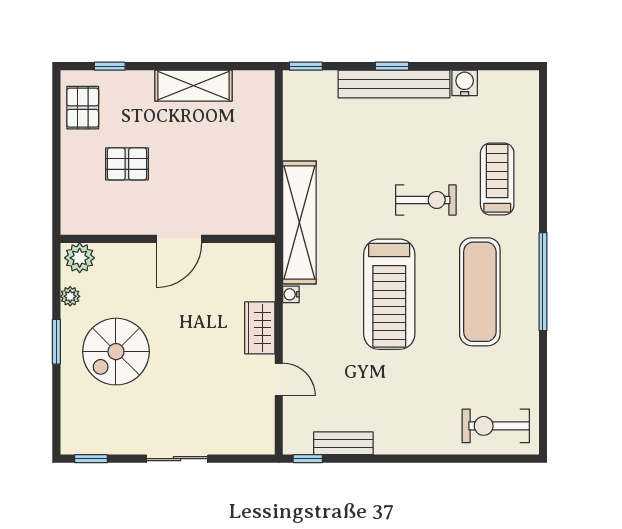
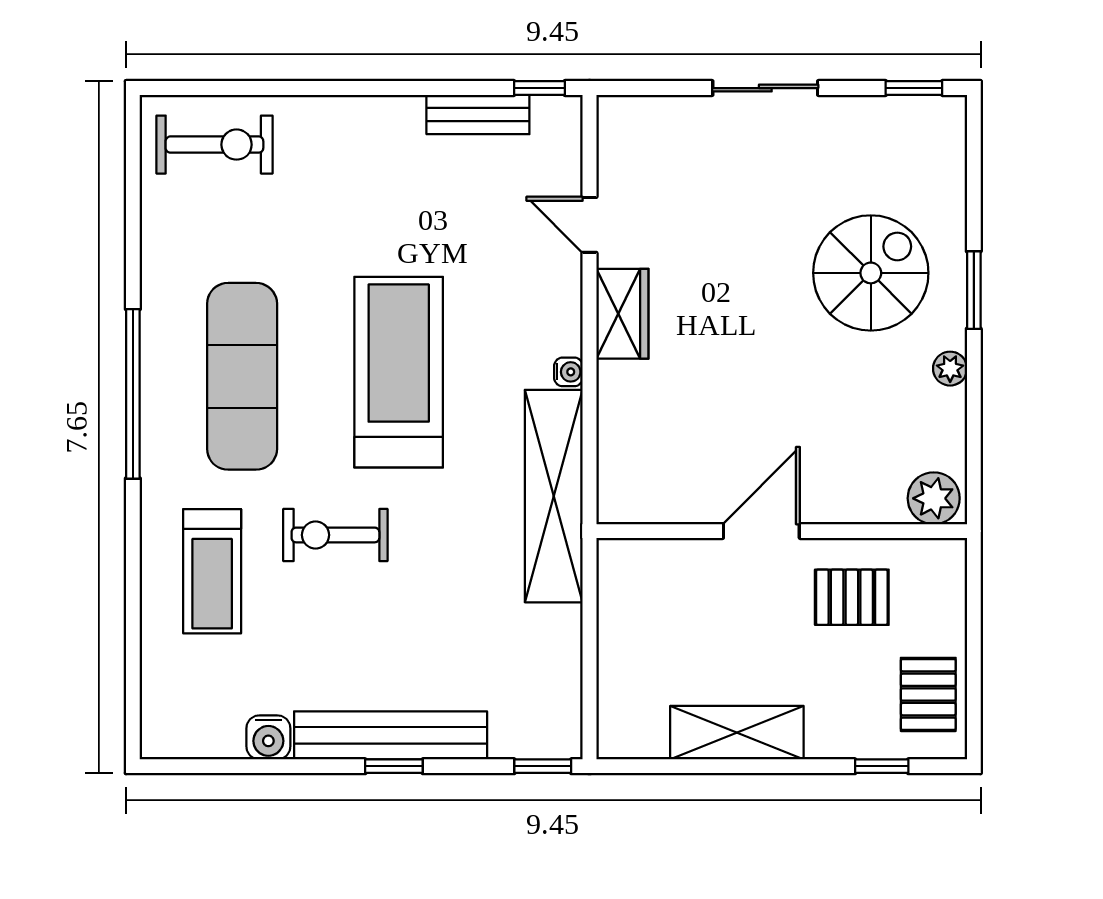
wall: (168, 239) -> (782, 531), moved
door: (179, 239) -> (761, 531), moved
plant: (80, 258) -> (934, 498), moved

